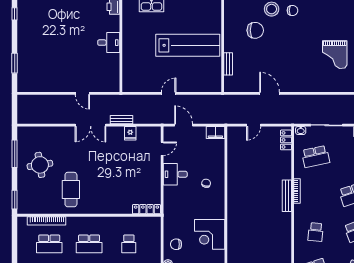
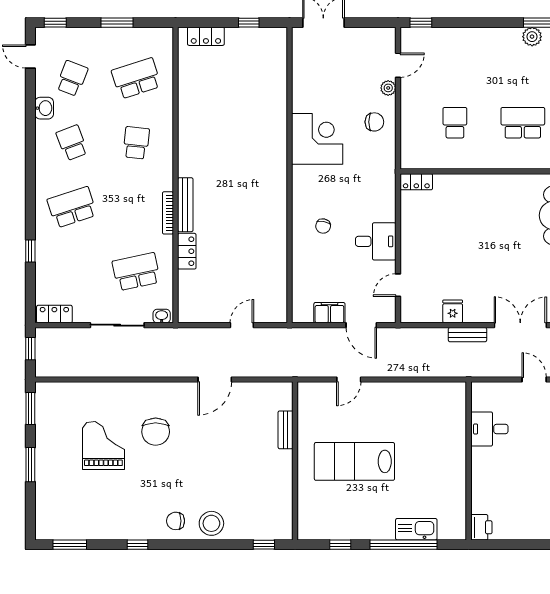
chair: (255, 30) -> (156, 432), moved, turned -90
desk: (109, 43) -> (489, 429), moved
lab bench: (188, 45) -> (354, 461), width x0.73
door: (169, 93) -> (349, 379), moved
door: (270, 93) -> (215, 379), hinge flipped
filing cabinet: (215, 132) -> (329, 313), moved
locker: (286, 140) -> (187, 251), moved
locker: (146, 209) -> (416, 182), width x0.66

